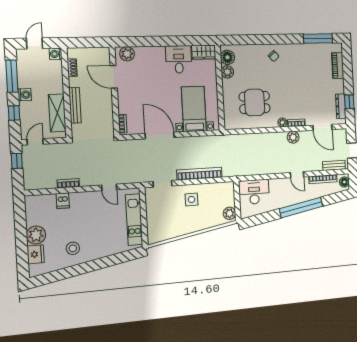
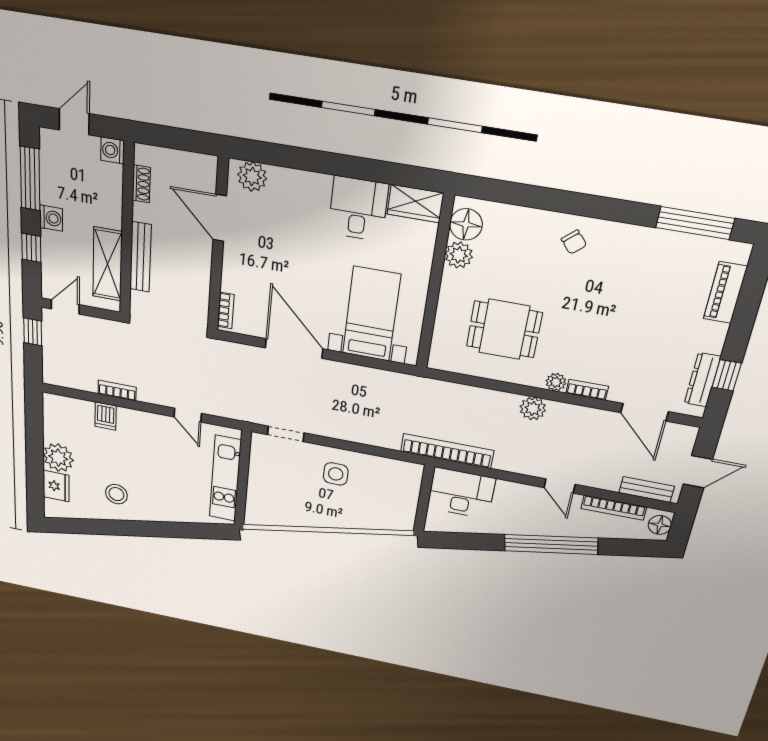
plant: (293, 137) -> (533, 408), moved
bookcase: (199, 174) -> (447, 451), moved
plant: (229, 213) -> (404, 516), removed

